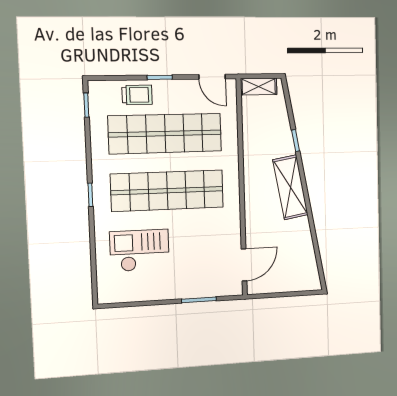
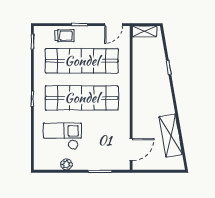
door: (212, 77) -> (114, 25), hinge flipped
shelving: (290, 187) -> (171, 136), moved
plant: (148, 293) -> (66, 164), added

